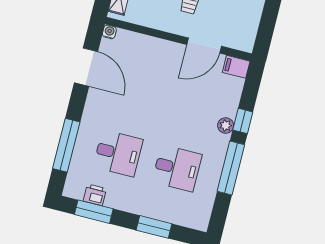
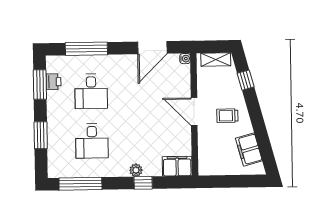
door: (204, 45) -> (194, 112), moved
filing cabinet: (236, 67) -> (177, 166), width x2.00
window: (231, 168) -> (80, 184), moved

